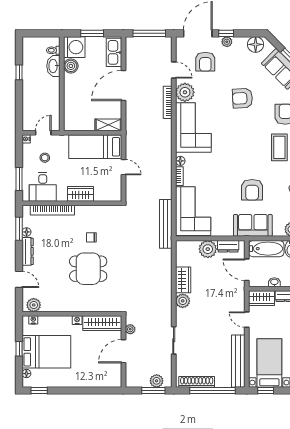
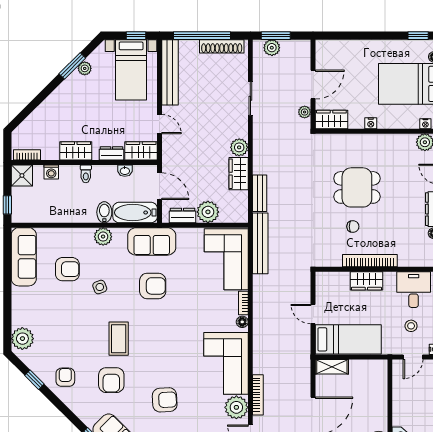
armchair: (252, 190) -> (153, 286), turned 90
bookcase: (52, 210) -> (370, 261), moved
bench: (166, 264) -> (260, 193), added
wardrobe: (102, 323) -> (331, 120), width x0.67

